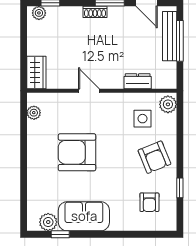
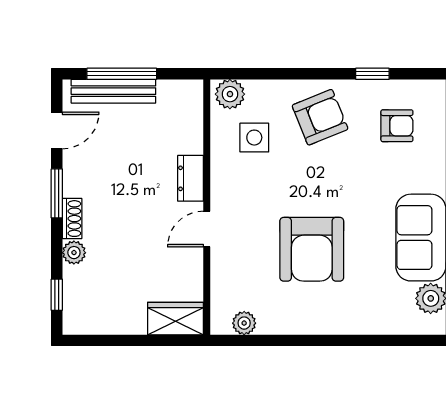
plant: (39, 13) -> (74, 253), moved
dresser: (138, 81) -> (191, 178), moved

